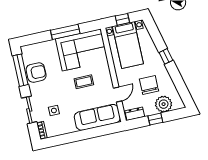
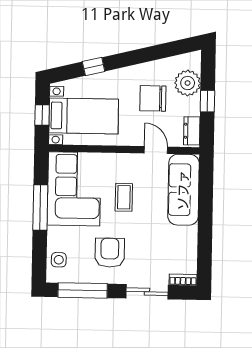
window: (166, 56) -> (94, 67), moved
armchair: (36, 73) -> (110, 253), moved
side table: (54, 111) -> (59, 260), moved

